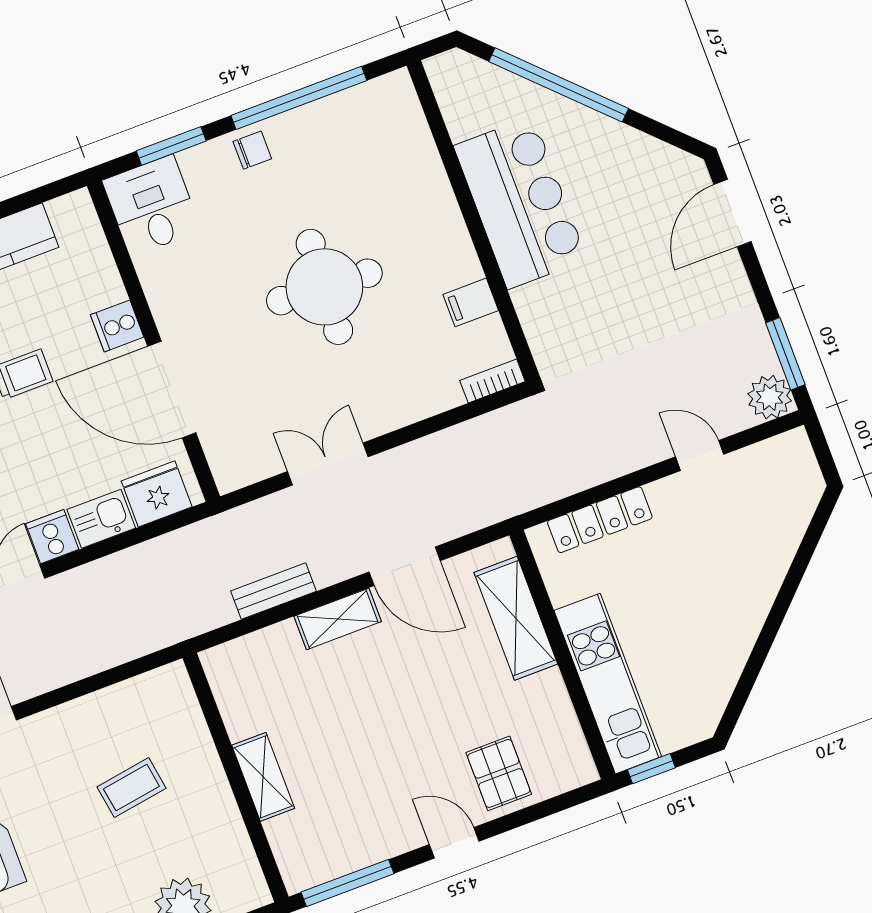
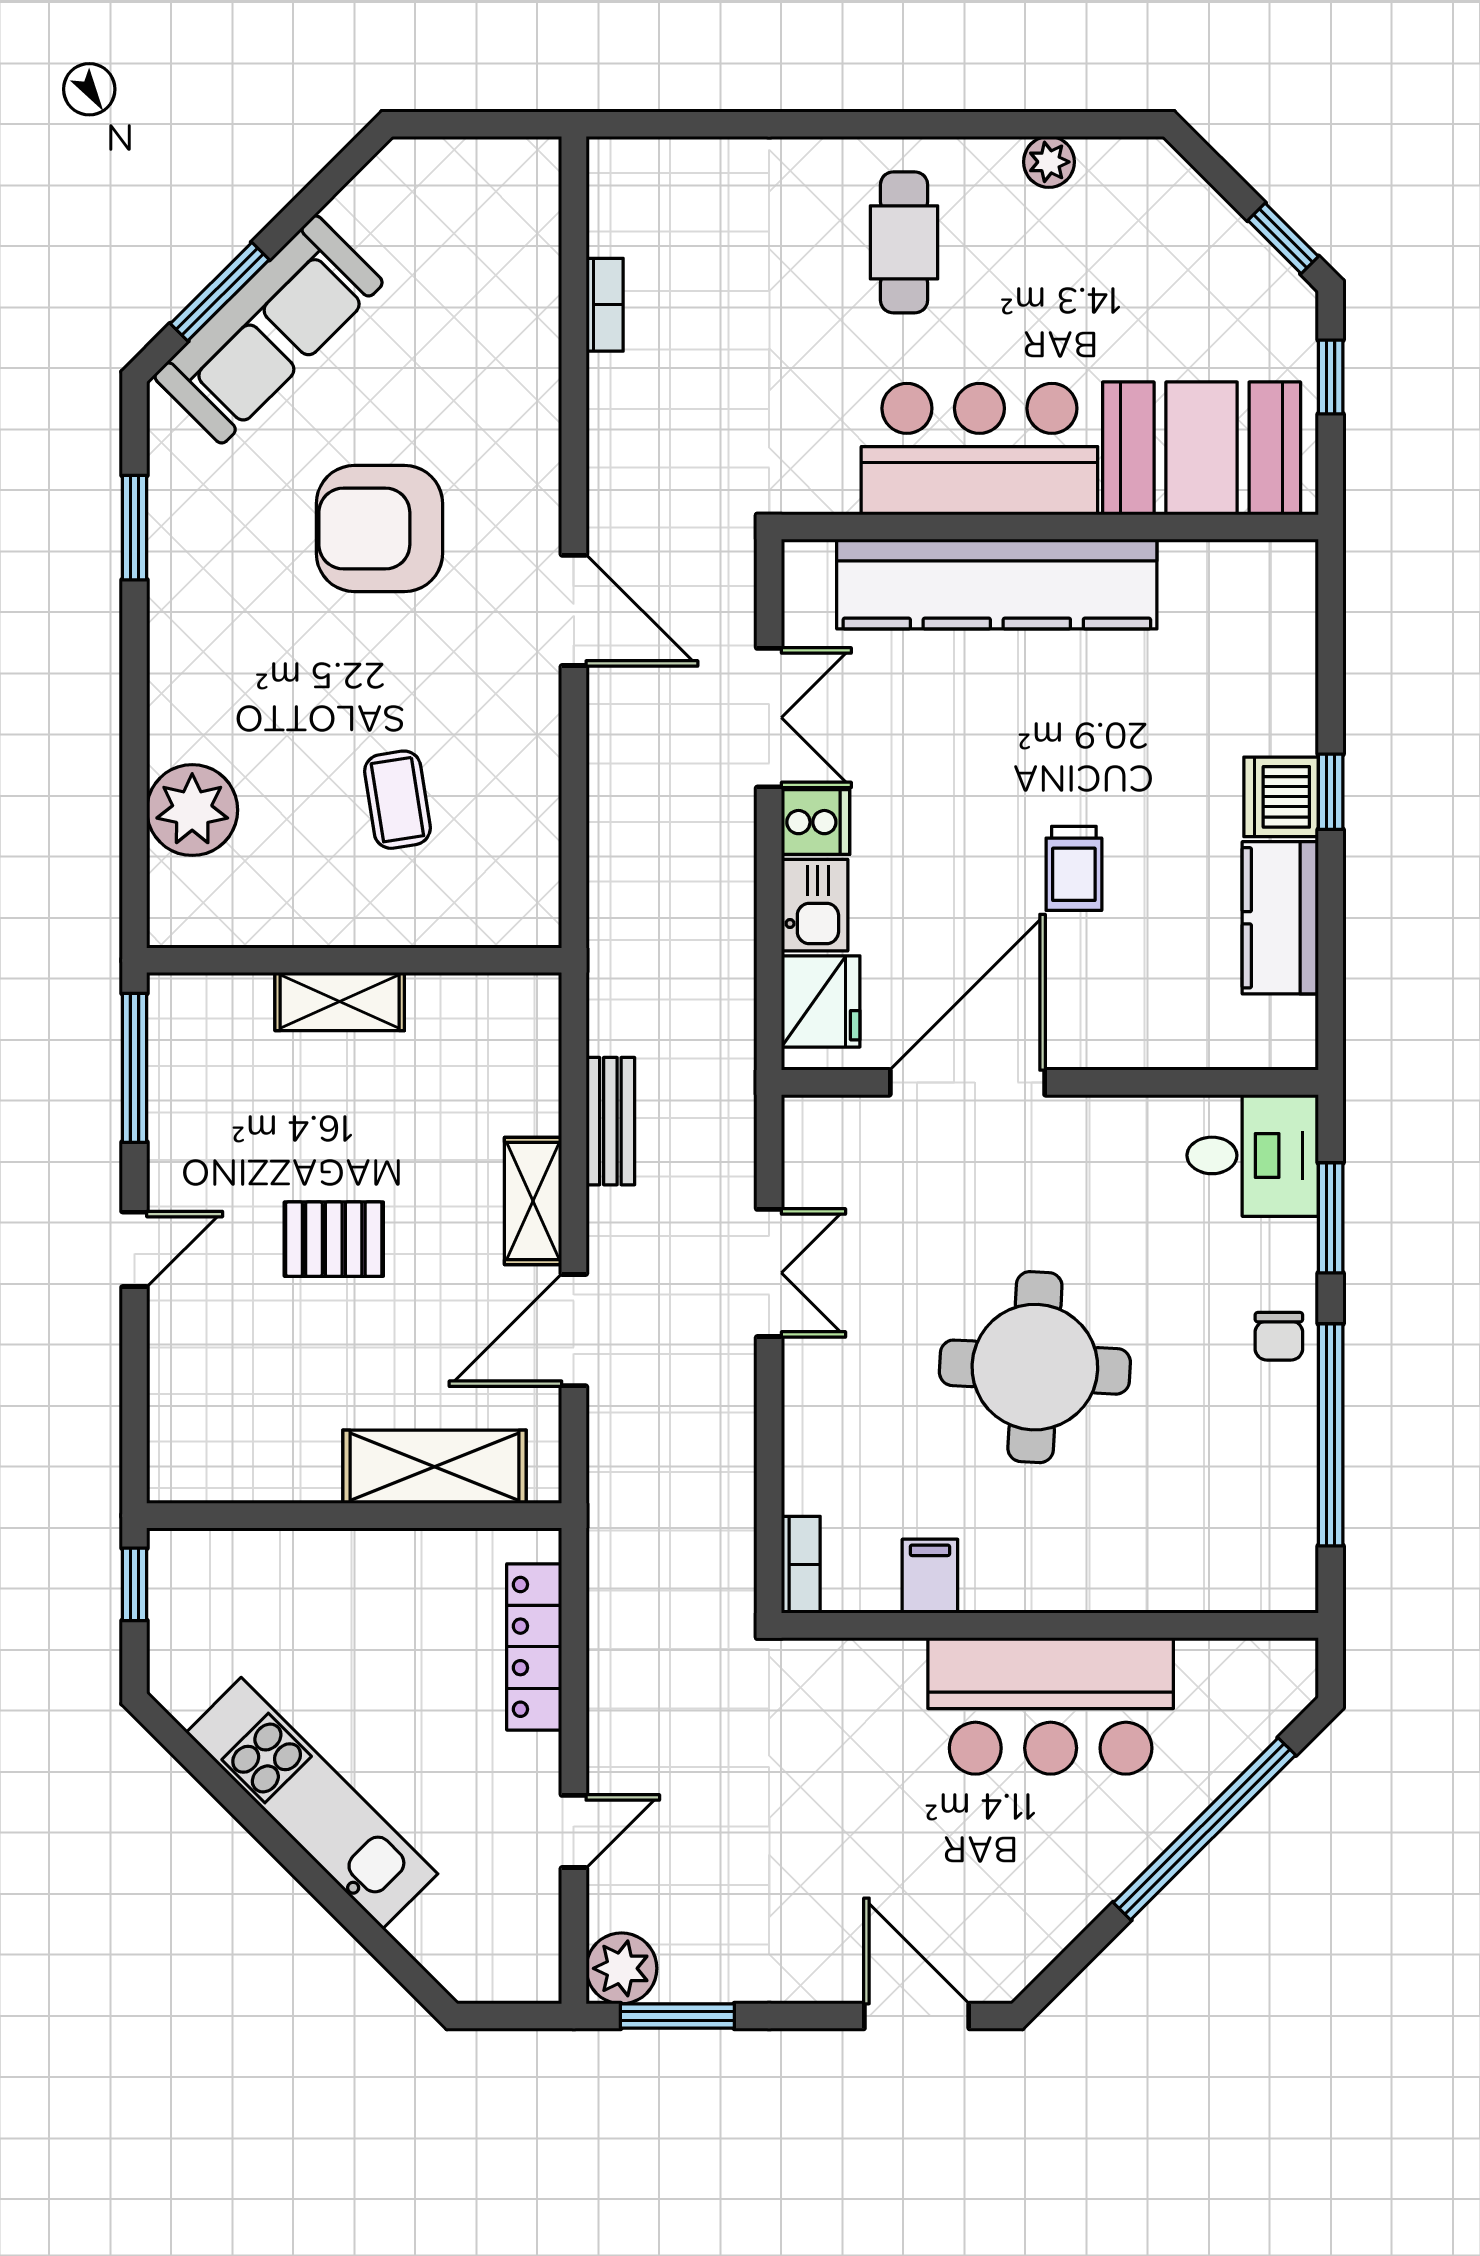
cooker: (117, 326) -> (1093, 1037), removed
kitchen unit: (608, 684) -> (312, 1803), moved, turned -135
pallet: (499, 773) -> (334, 1239), moved

